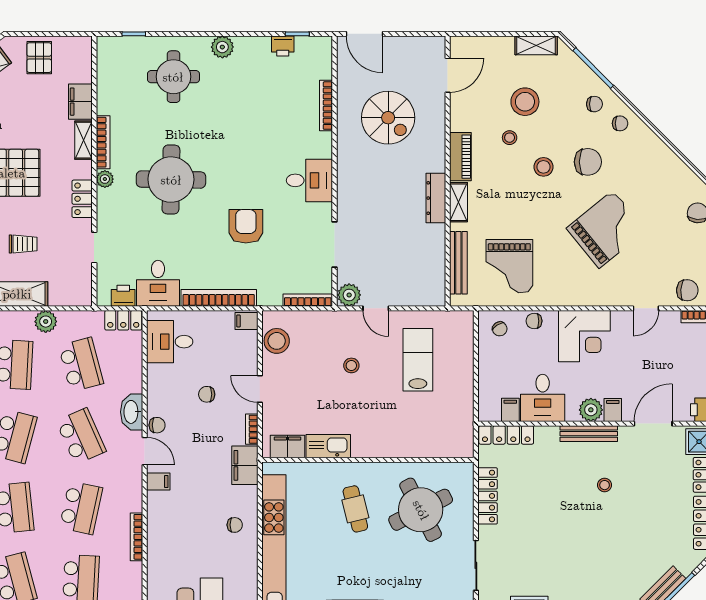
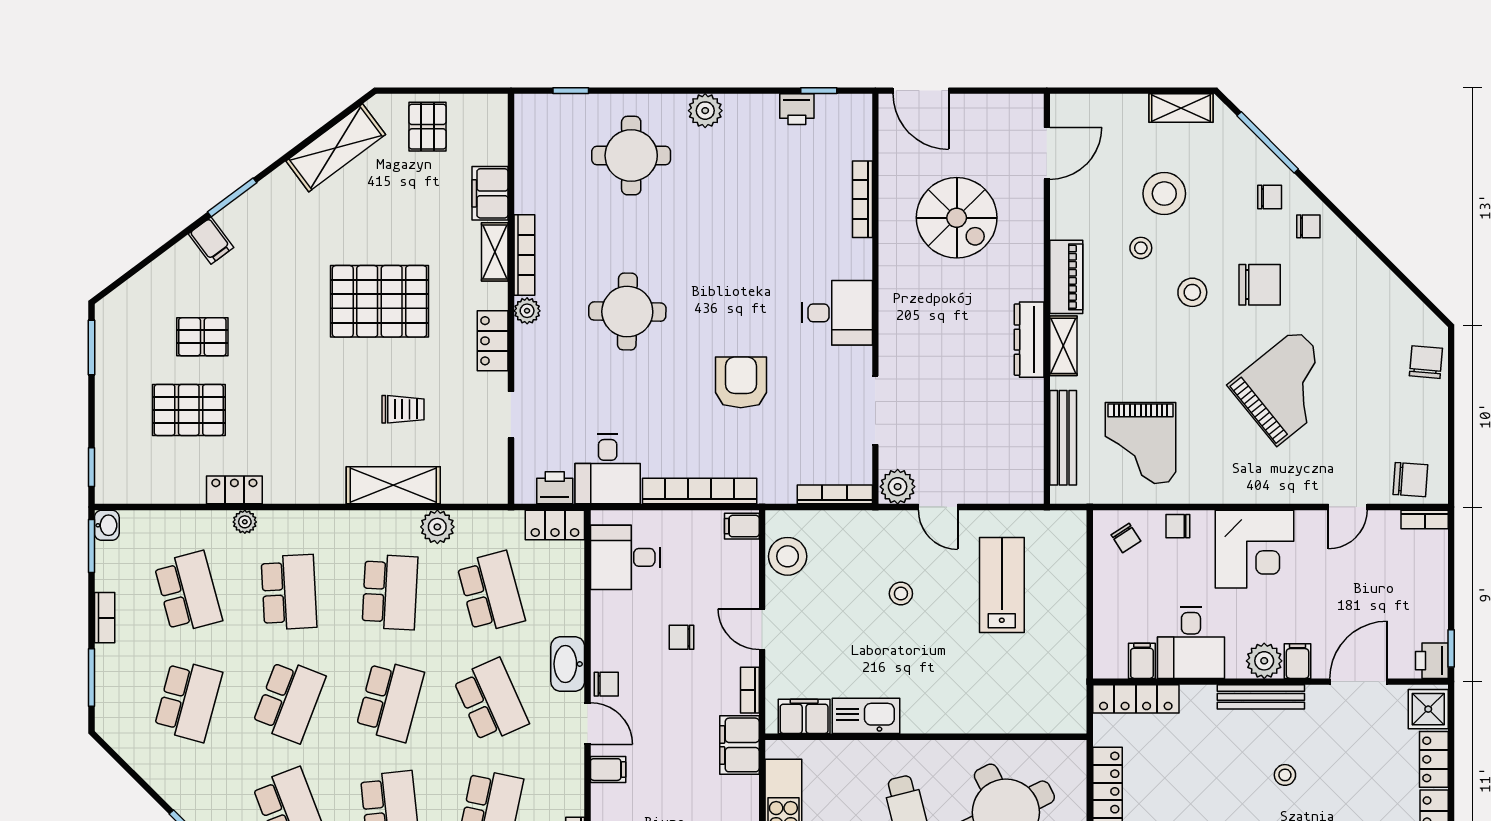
round table: (171, 180) -> (627, 312), width x0.73, depth x0.73

